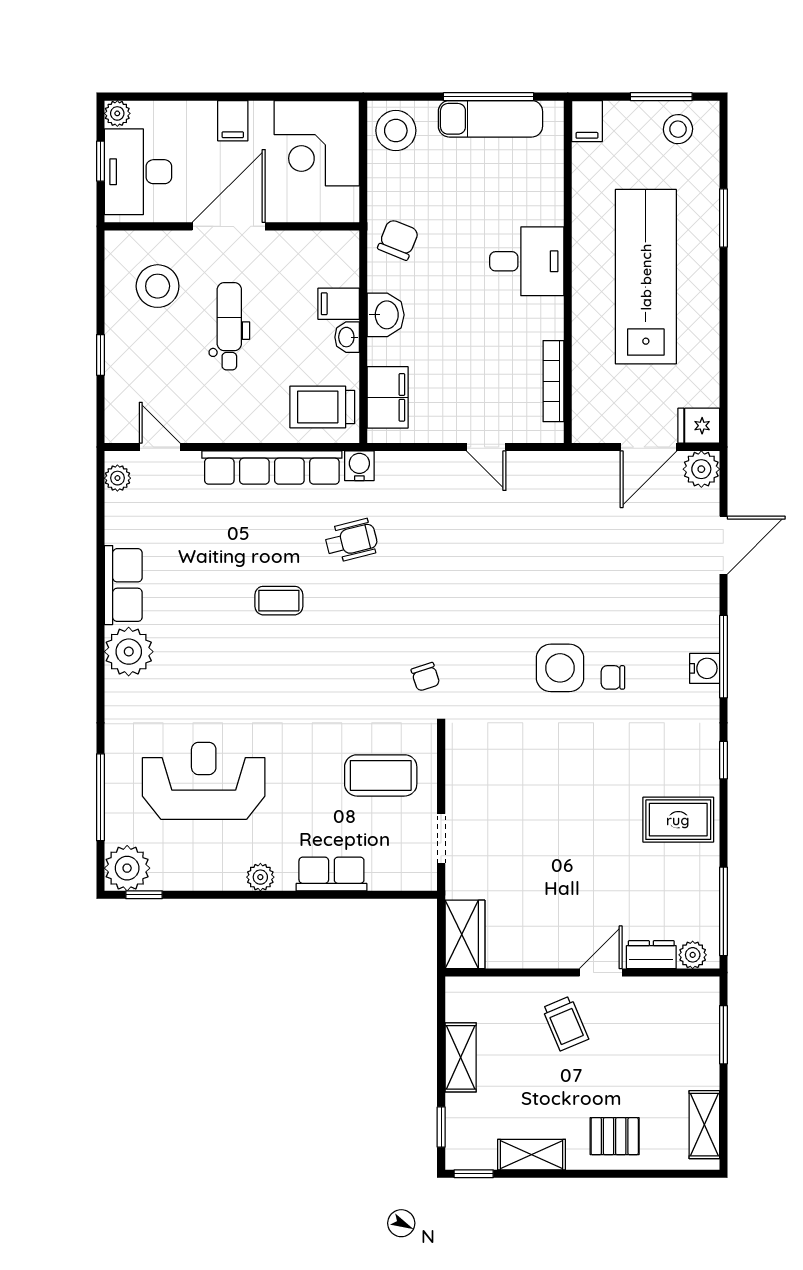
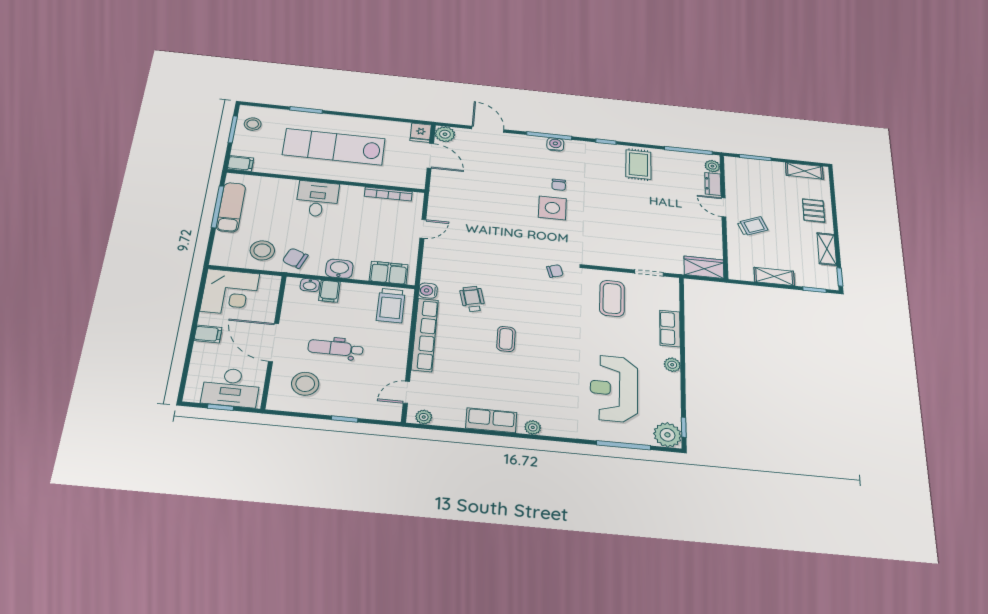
plant: (117, 113) -> (192, 395), removed
stool: (396, 131) -> (262, 250), moved
washbasin: (347, 337) -> (310, 285), moved
plant: (129, 652) -> (533, 427), width x0.53, depth x0.53

